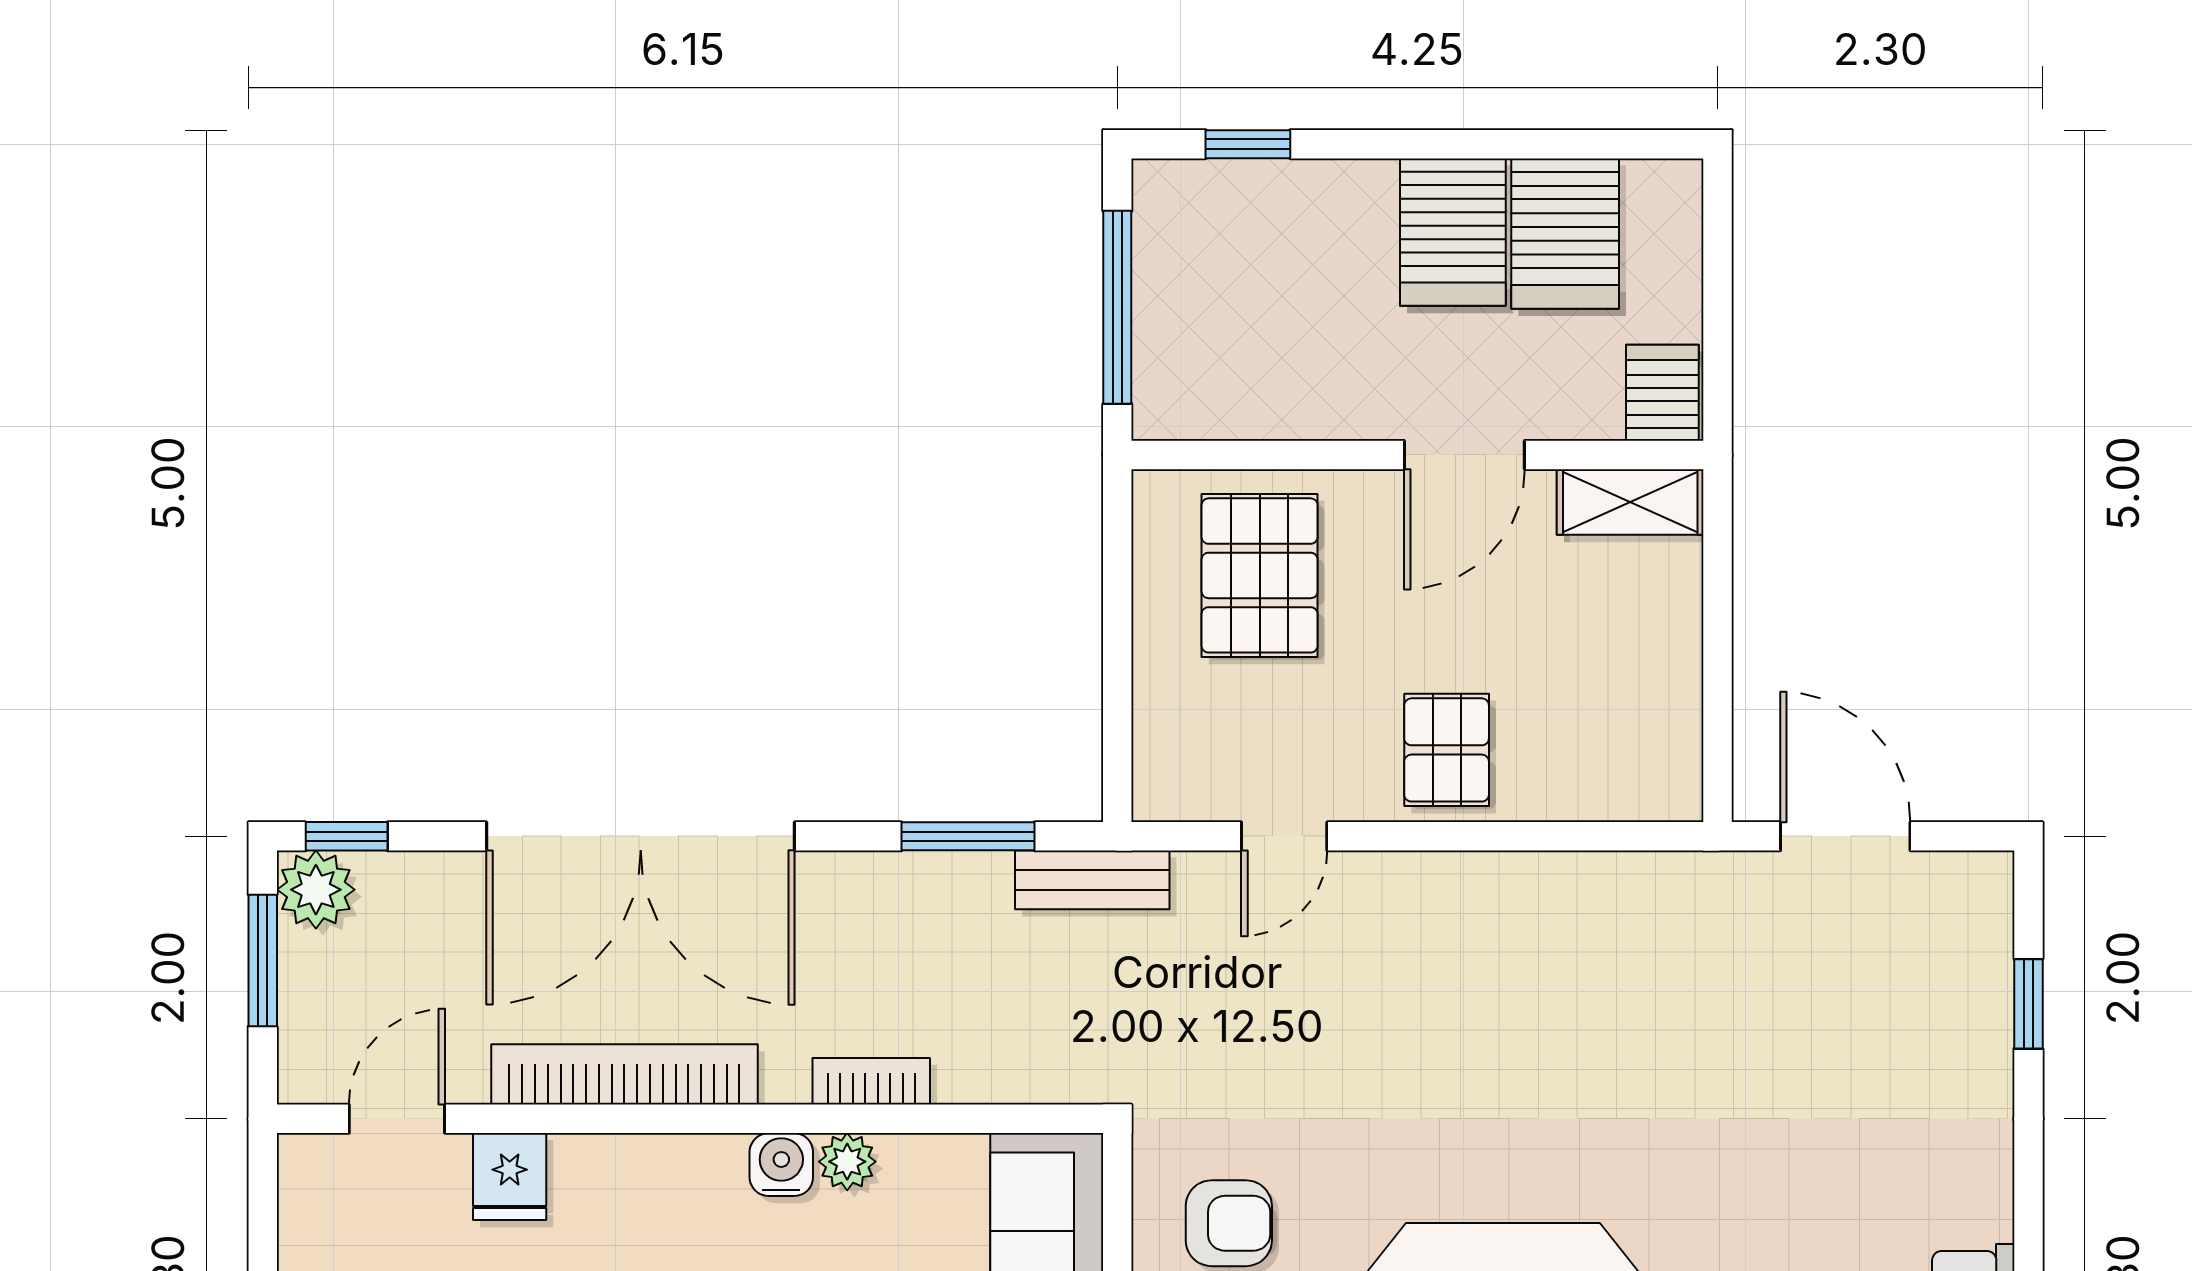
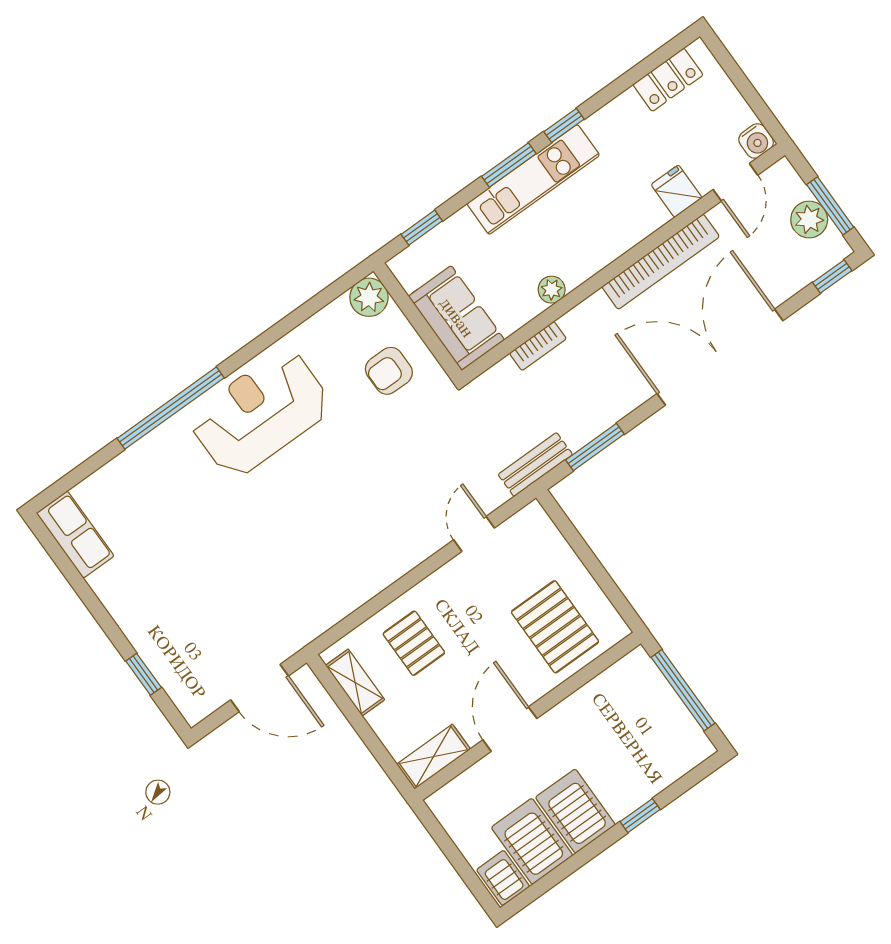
window: (1248, 144) -> (640, 816), moved
server rack: (1662, 393) -> (503, 878), moved, turned 180
shelving: (1674, 727) -> (355, 683), added
pallet: (1447, 750) -> (414, 643), moved
plant: (316, 890) -> (809, 220), moved
bookcase: (871, 1081) -> (538, 346), moved
water cooler: (781, 1165) -> (756, 141), moved

